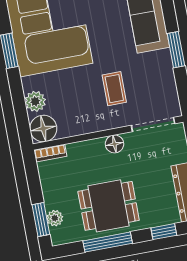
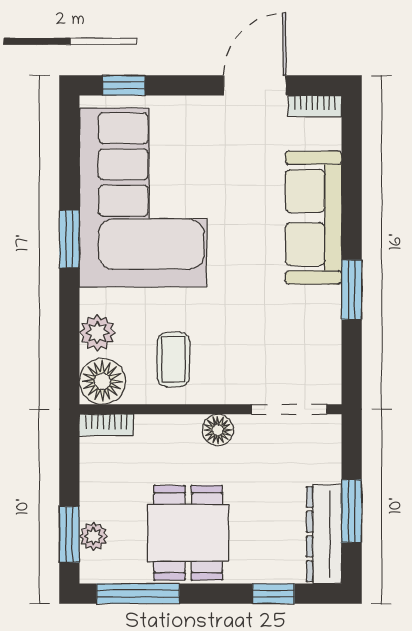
coffee table: (114, 89) -> (173, 359), moved
dining table: (109, 206) -> (188, 533), turned 90
window: (108, 242) -> (138, 594), moved

